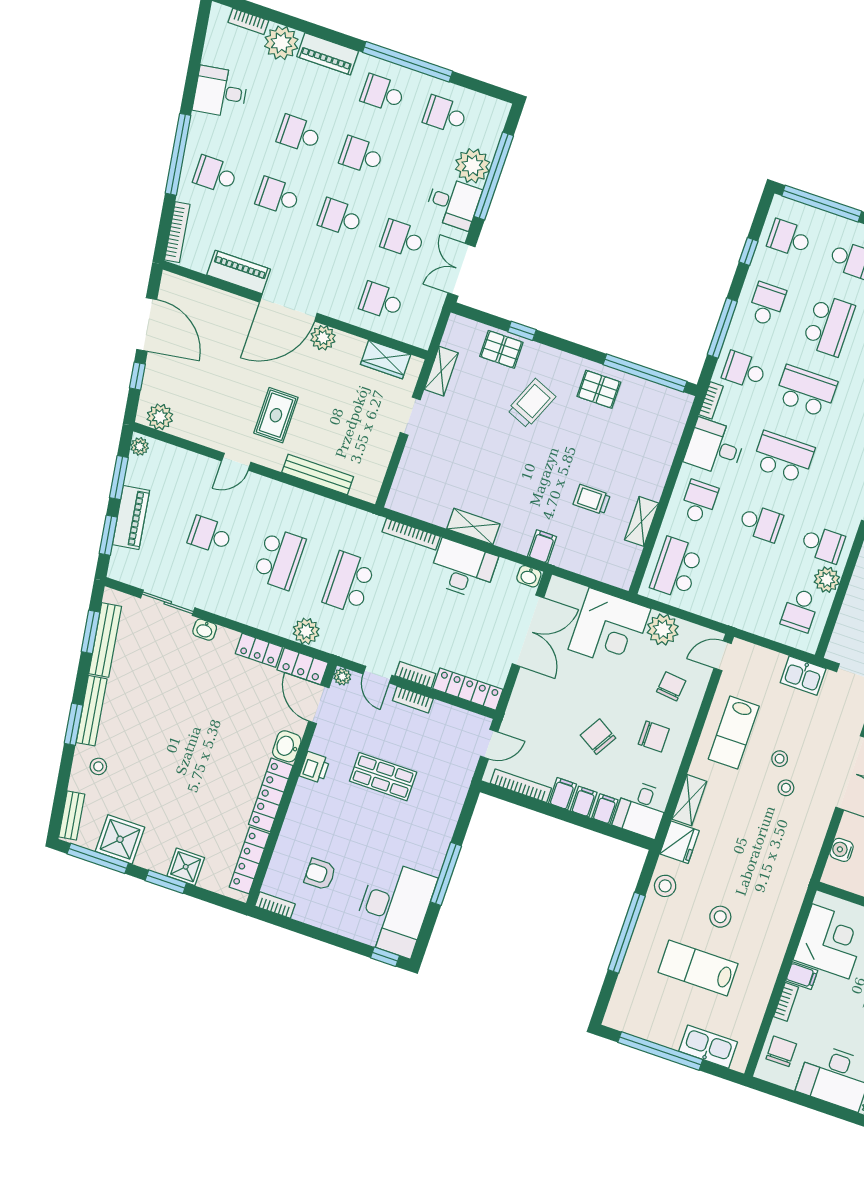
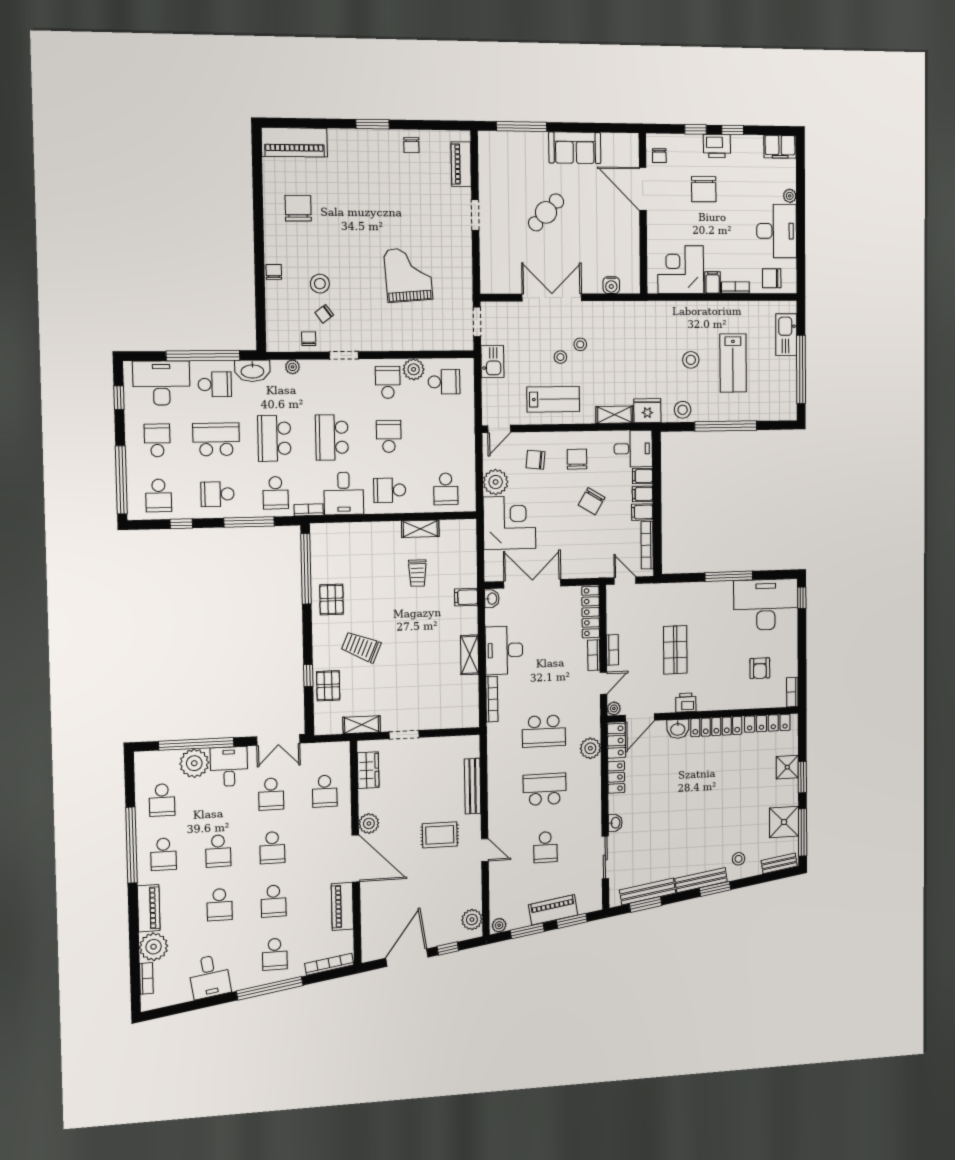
school desk: (676, 568) -> (446, 489), width x0.54
door: (723, 656) -> (499, 429), hinge flipped

